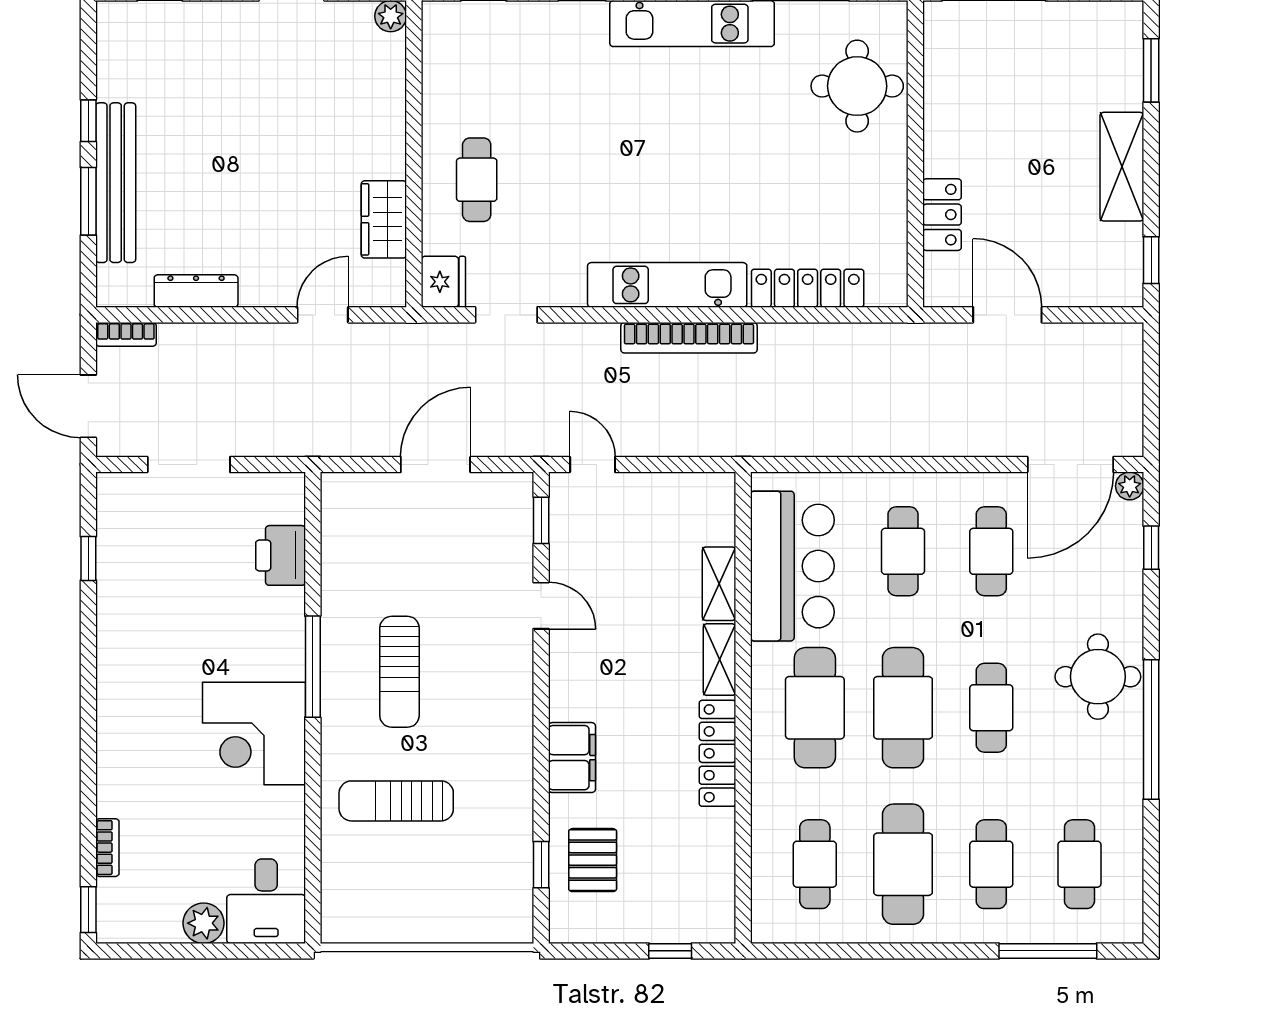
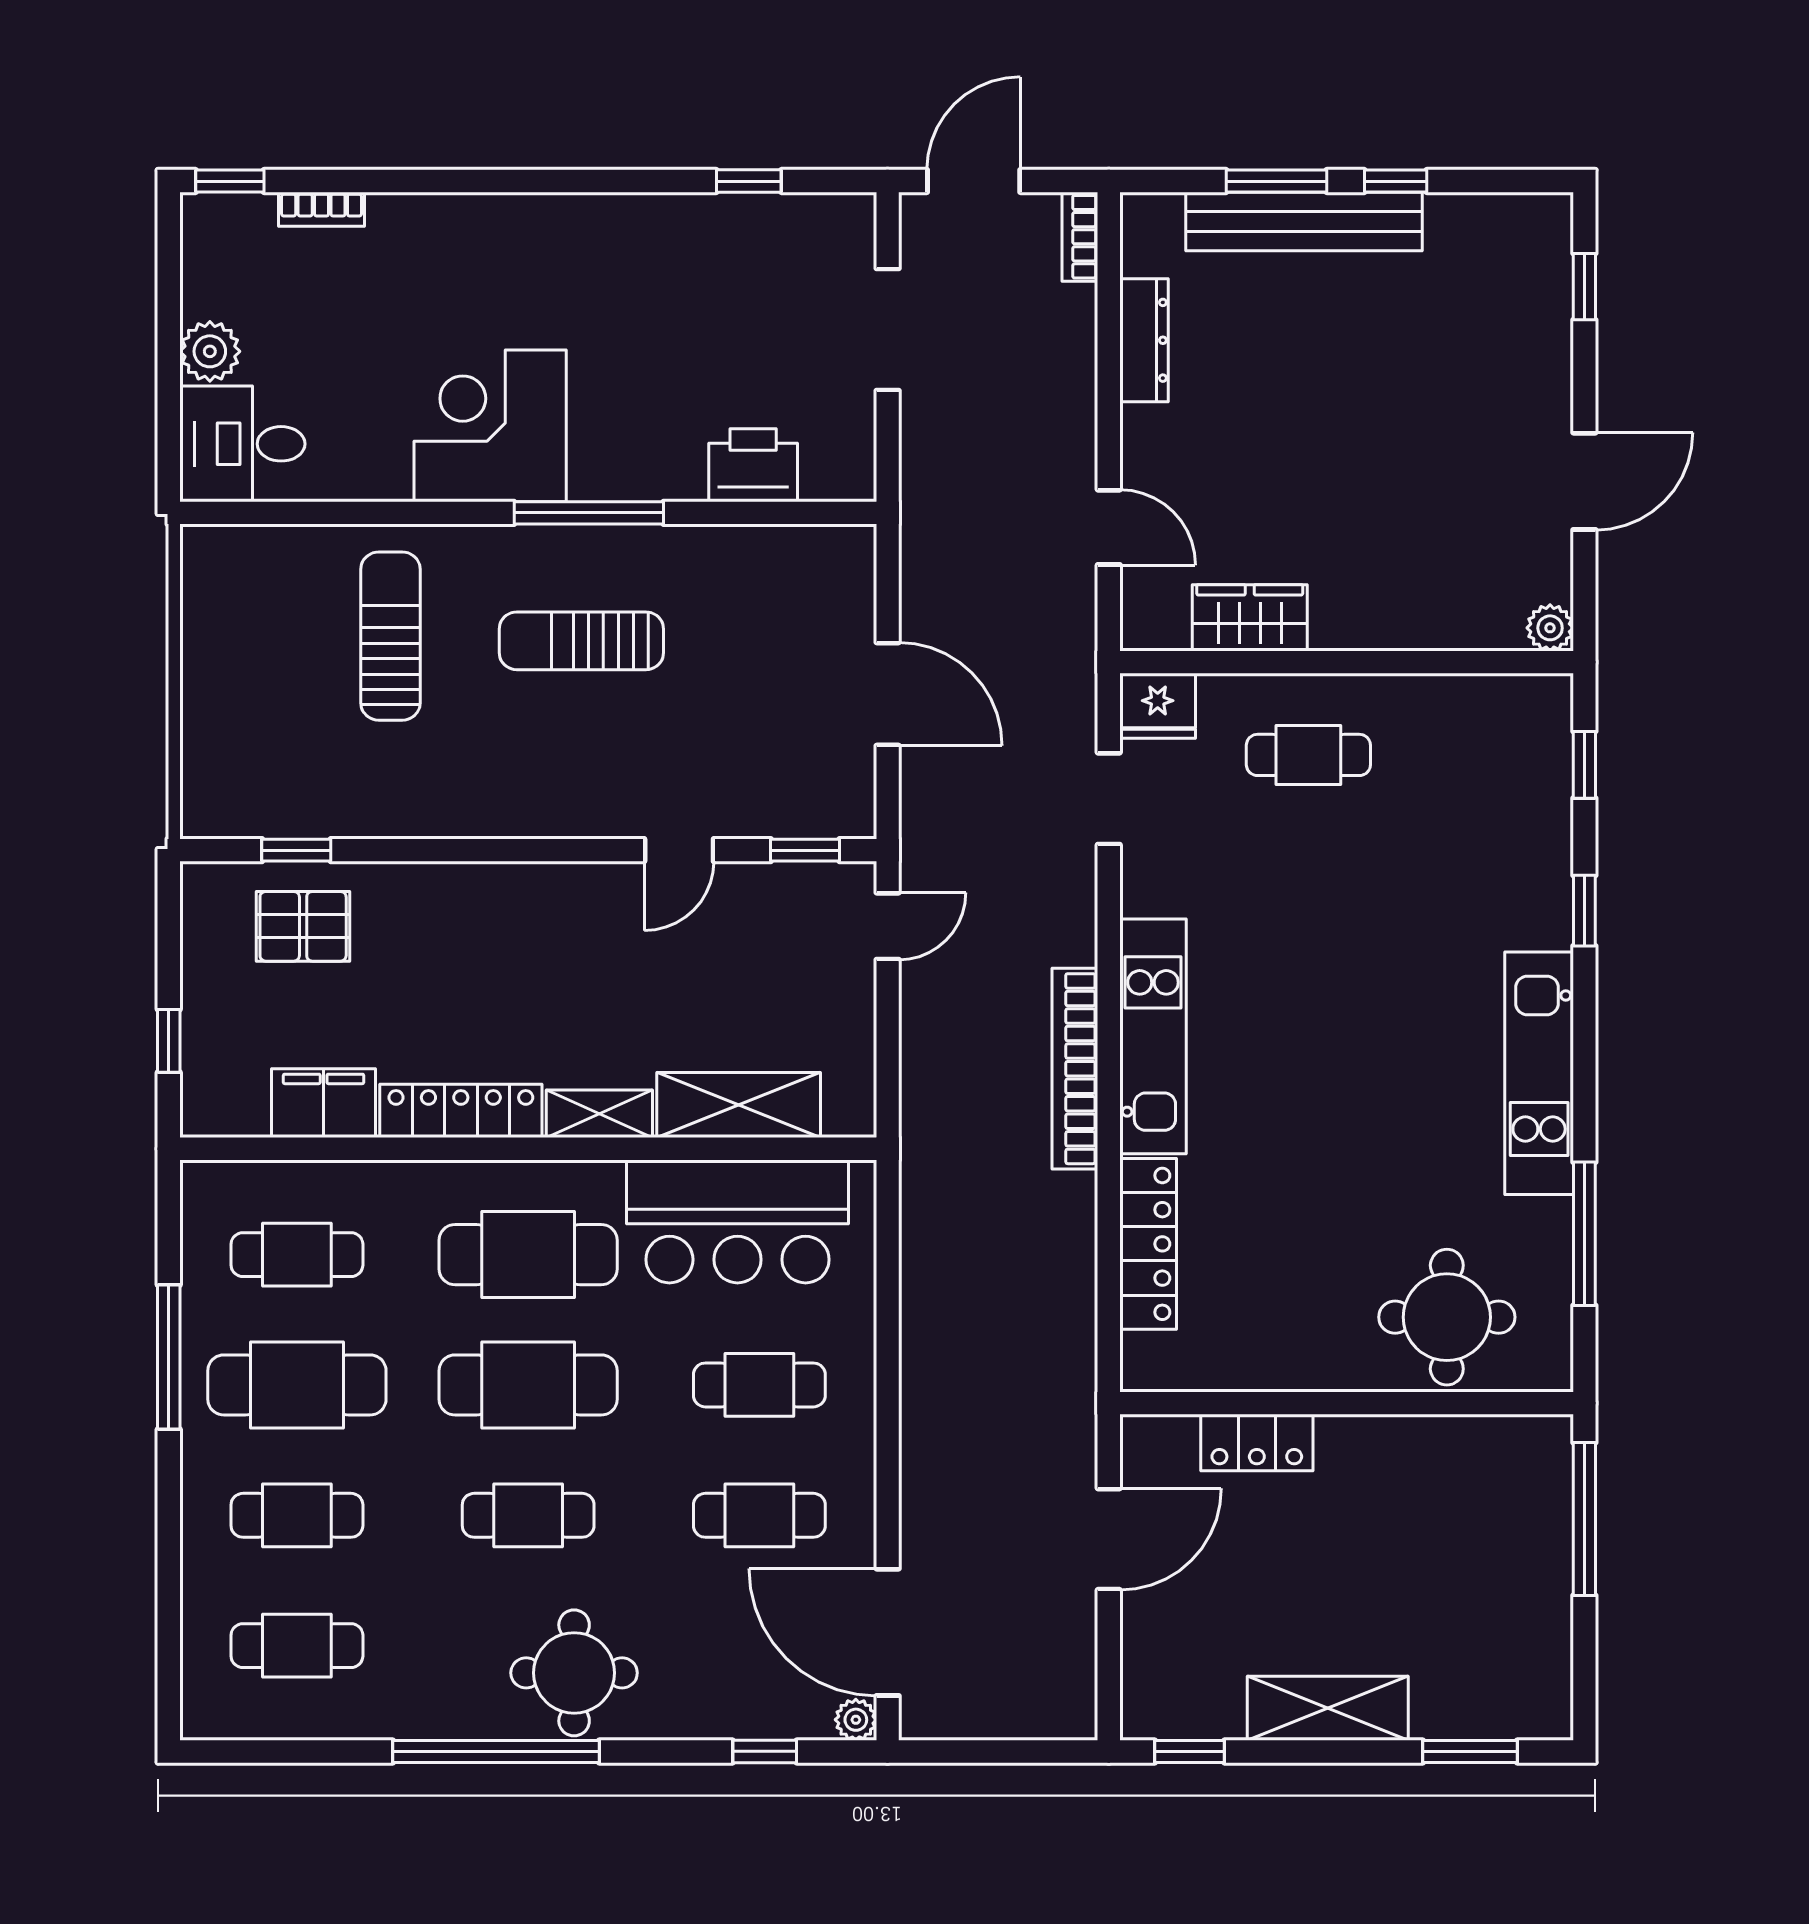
shelving: (719, 584) -> (739, 1105), width x1.50, depth x1.33
filing cabinet: (572, 758) -> (324, 1103), moved, turned 180
window: (1048, 951) -> (169, 1357), moved

